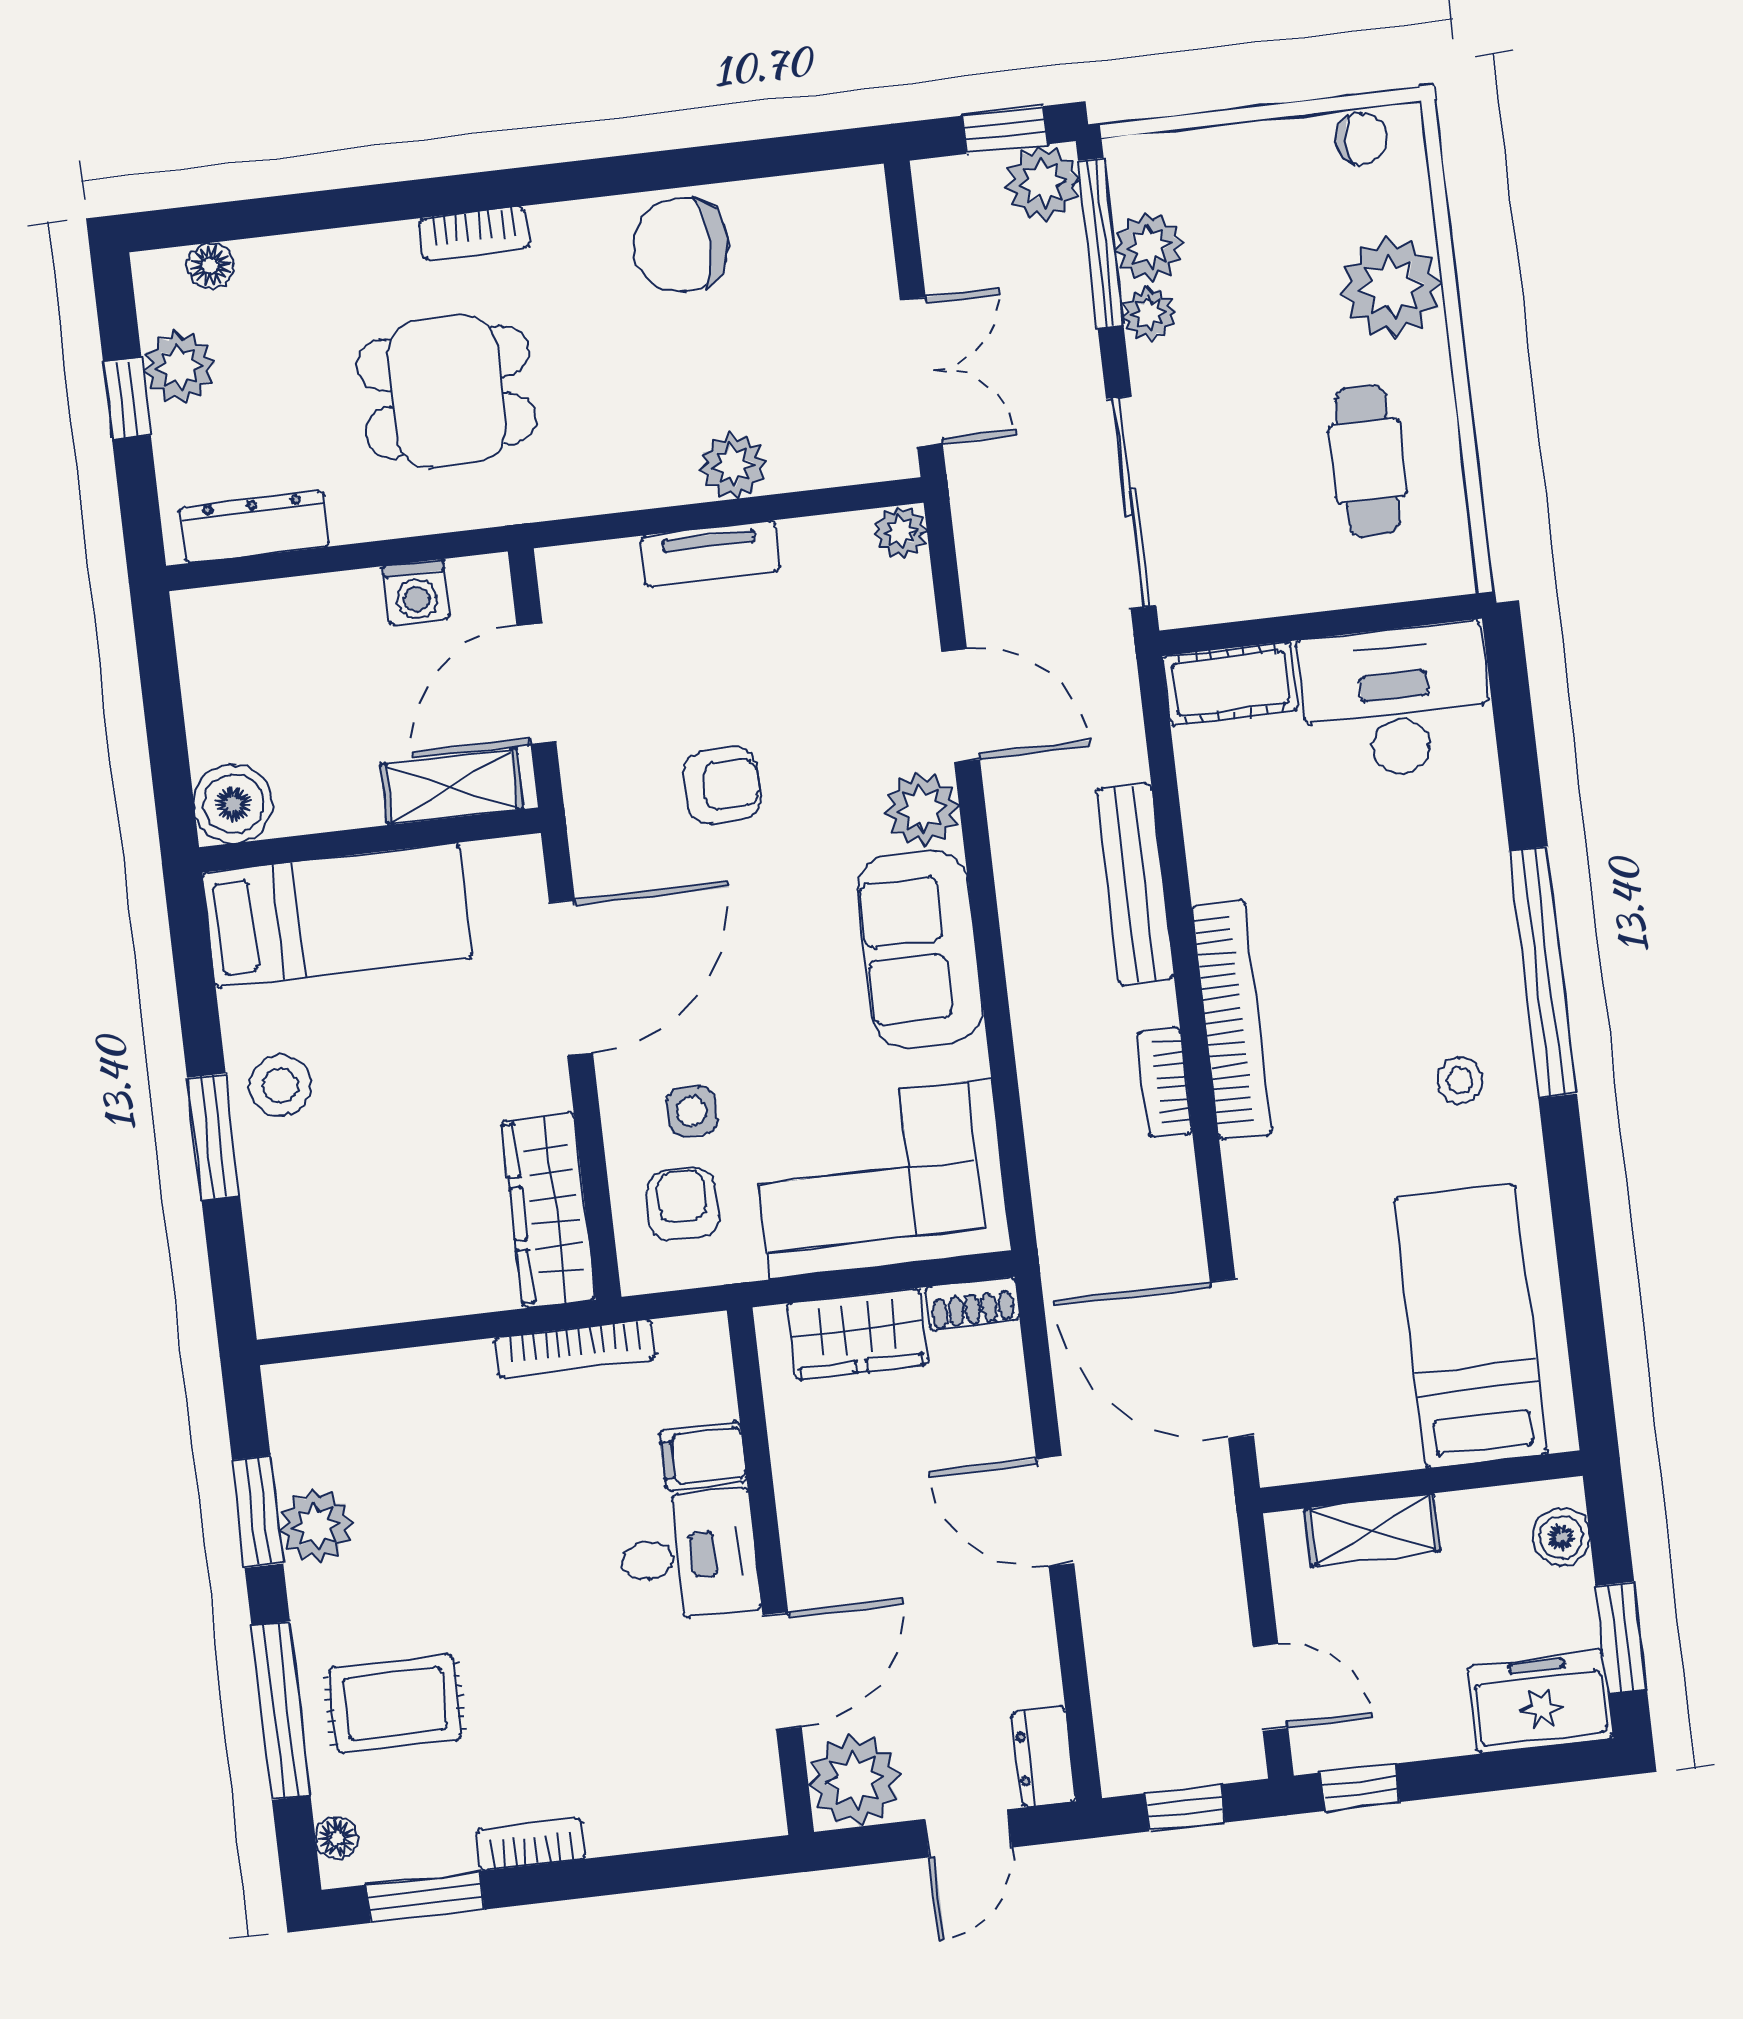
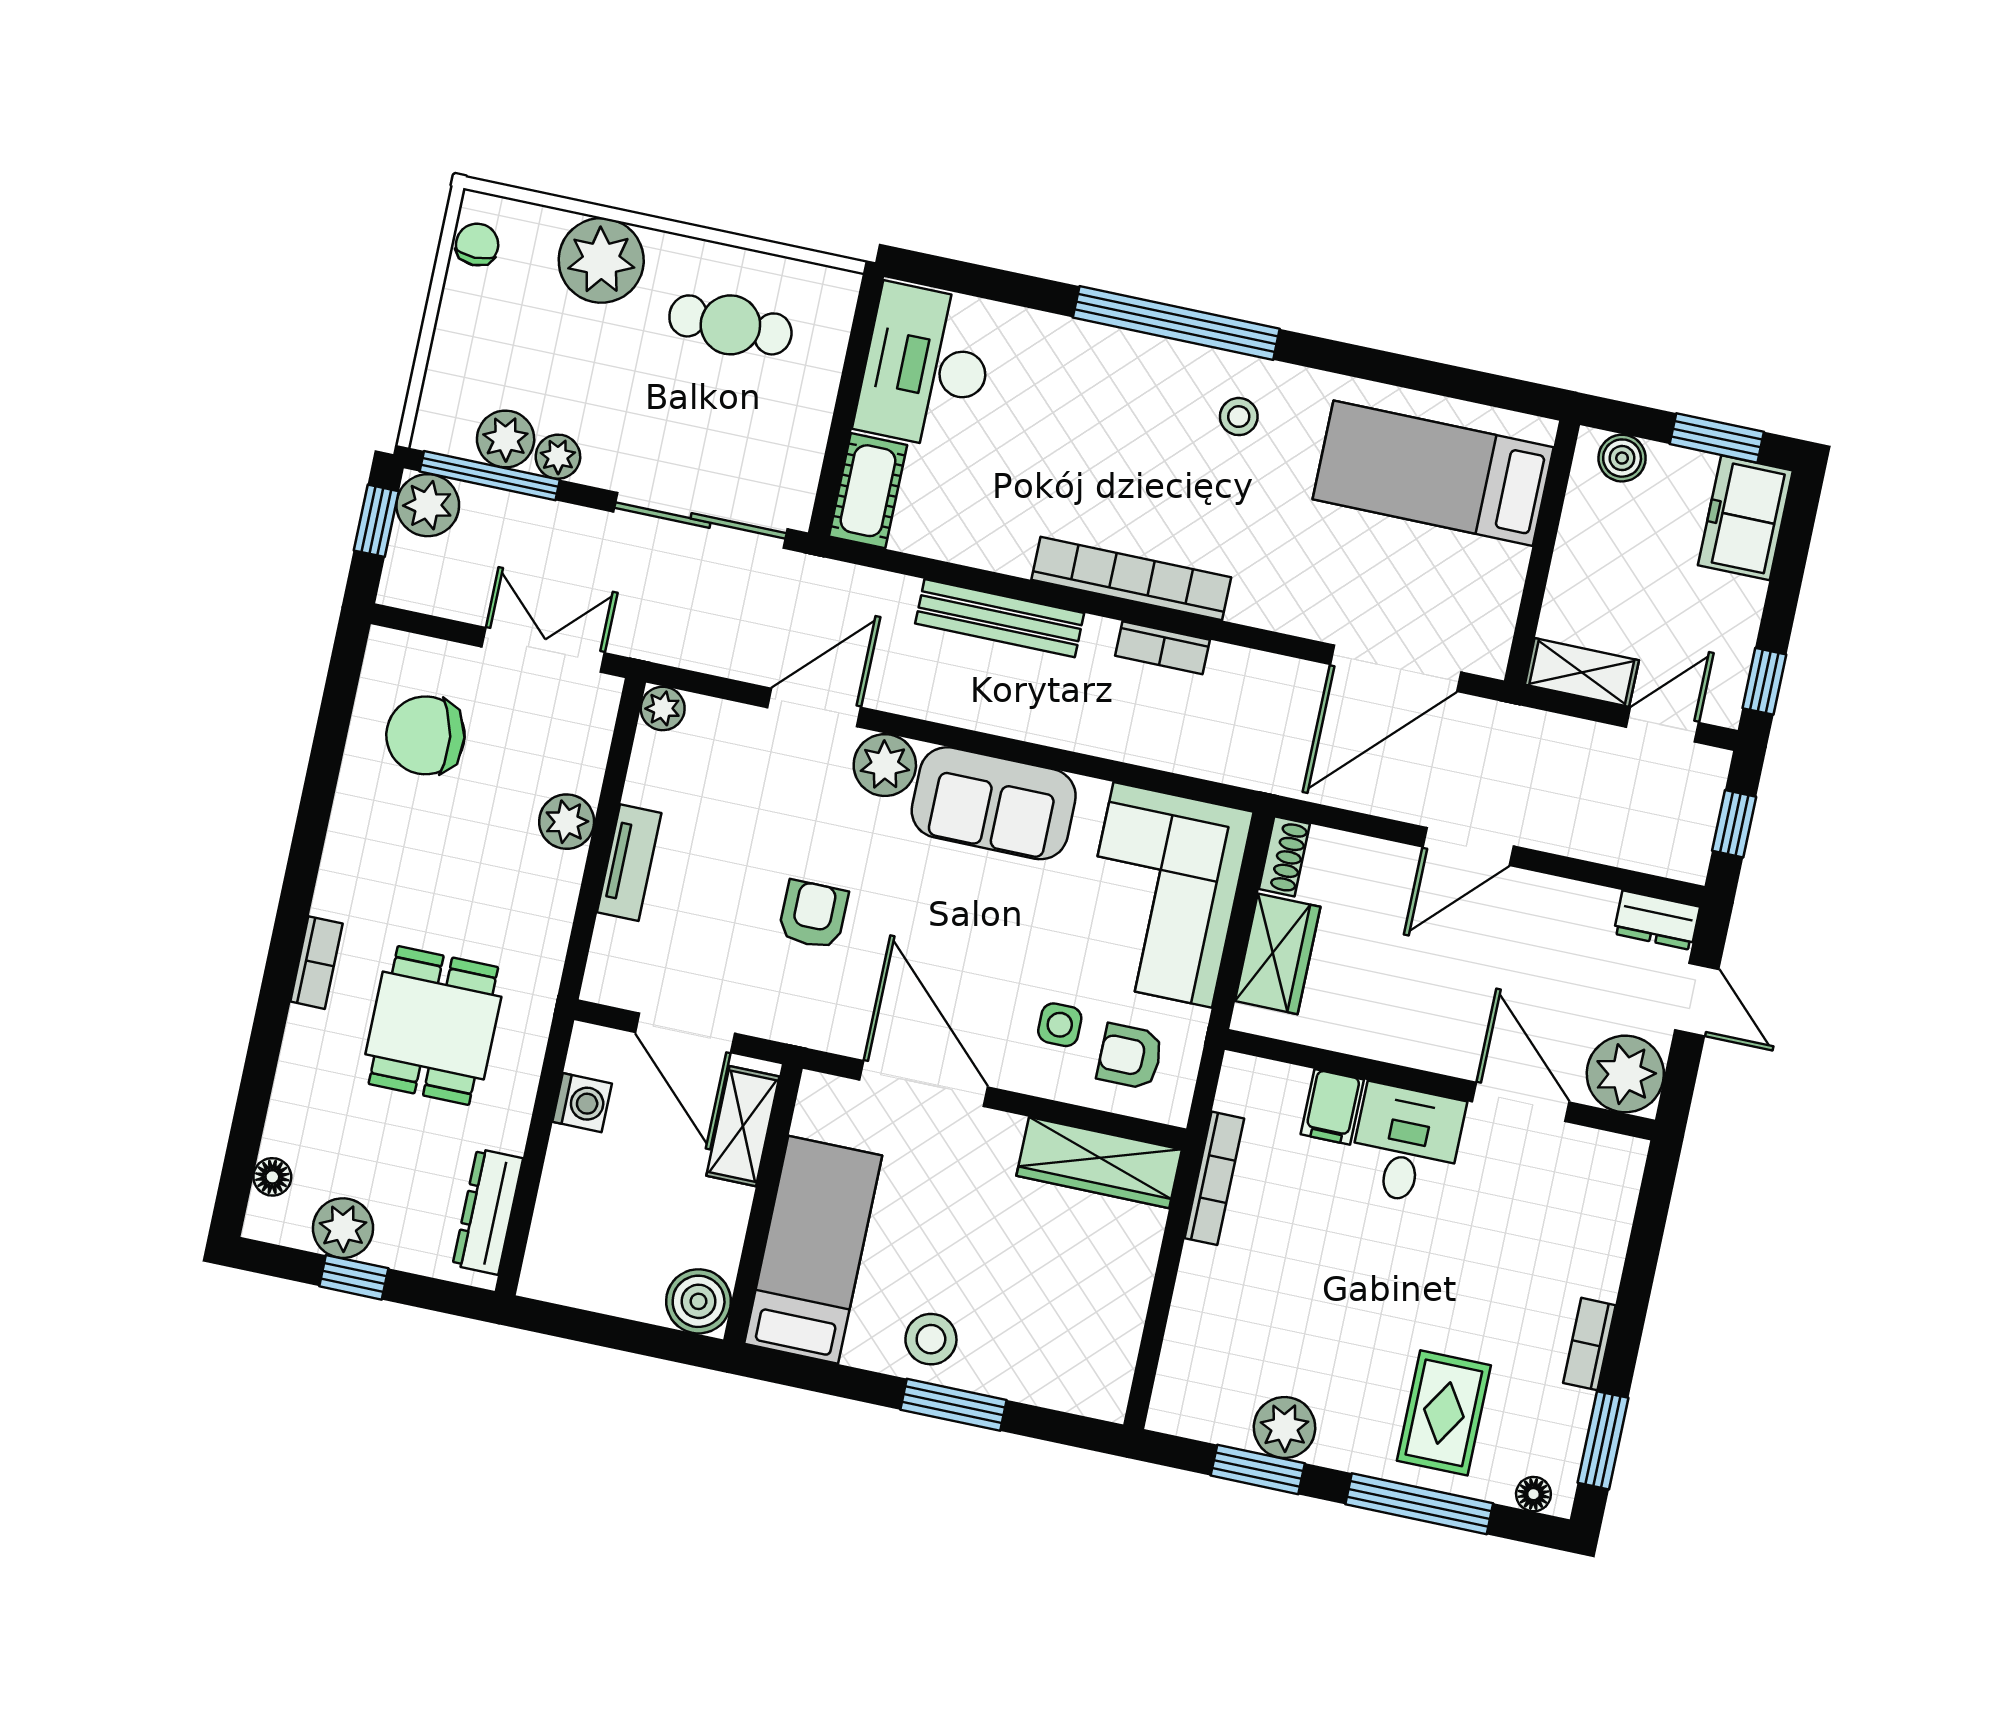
chair: (681, 245) -> (425, 735), moved, turned 81
shelving: (1372, 1530) -> (1582, 672), moved, turned 90

